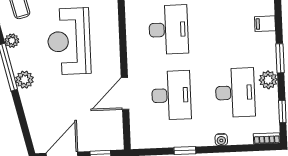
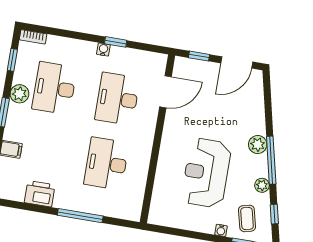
reception desk: (69, 41) -> (206, 173), turned 180
door: (125, 94) -> (165, 92), moved
water cooler: (221, 140) -> (103, 49), moved

